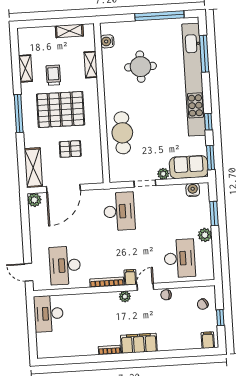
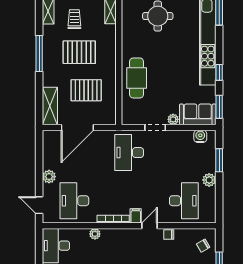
pallet: (61, 109) -> (79, 52), width x0.73, depth x0.71
pallet: (70, 149) -> (86, 90), width x1.50, depth x1.42
plant: (34, 200) -> (49, 177), moved
desk: (119, 211) -> (129, 153), turned 180
plant: (125, 297) -> (95, 234), moved

